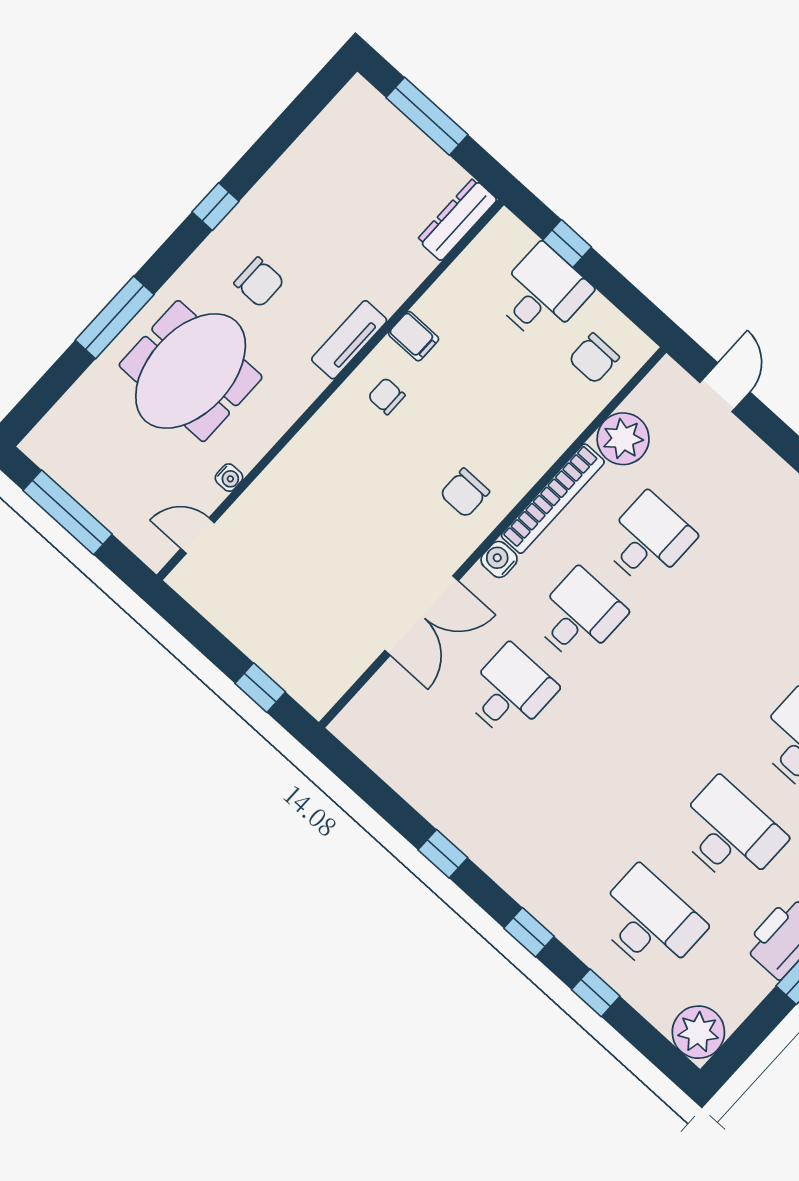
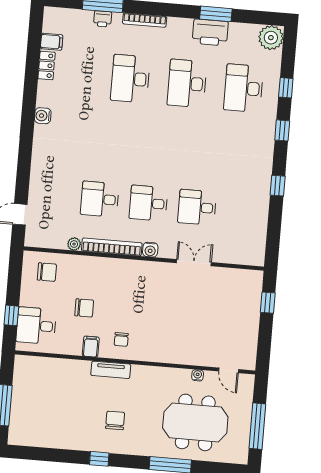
dresser: (457, 220) -> (34, 364), removed
desk: (542, 294) -> (36, 326), moved
meeting table: (191, 371) -> (195, 422), moved
plant: (623, 439) -> (74, 244), width x0.53, depth x0.53
chair: (465, 493) -> (84, 308), moved
double door: (422, 616) -> (194, 263), width x0.73

